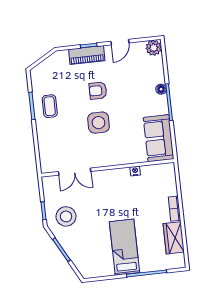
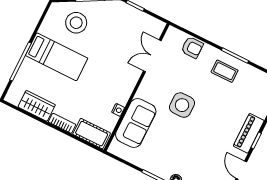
armchair: (98, 91) -> (192, 47), moved, turned 90
sofa: (159, 138) -> (136, 123), moved, turned 90
cot: (168, 180) -> (92, 134), added
stool: (66, 216) -> (76, 23), moved

